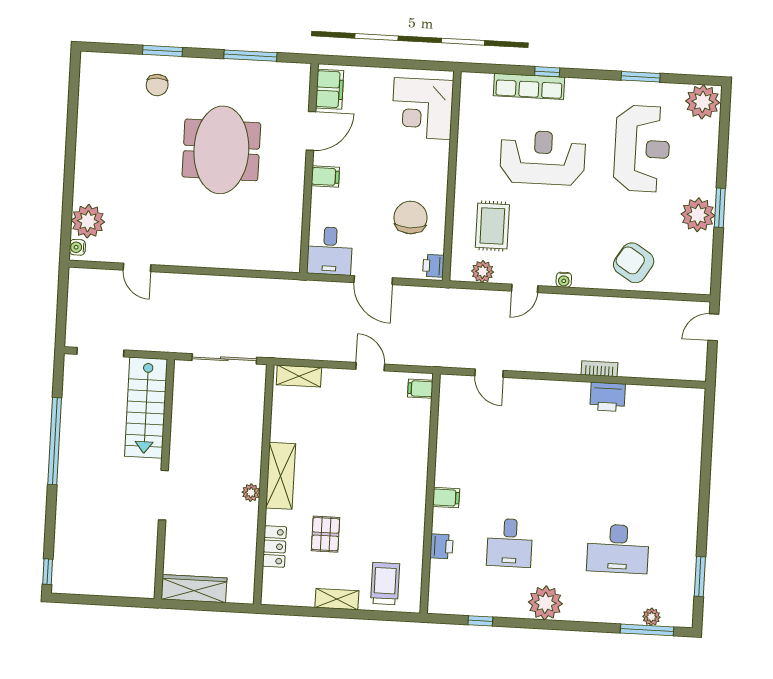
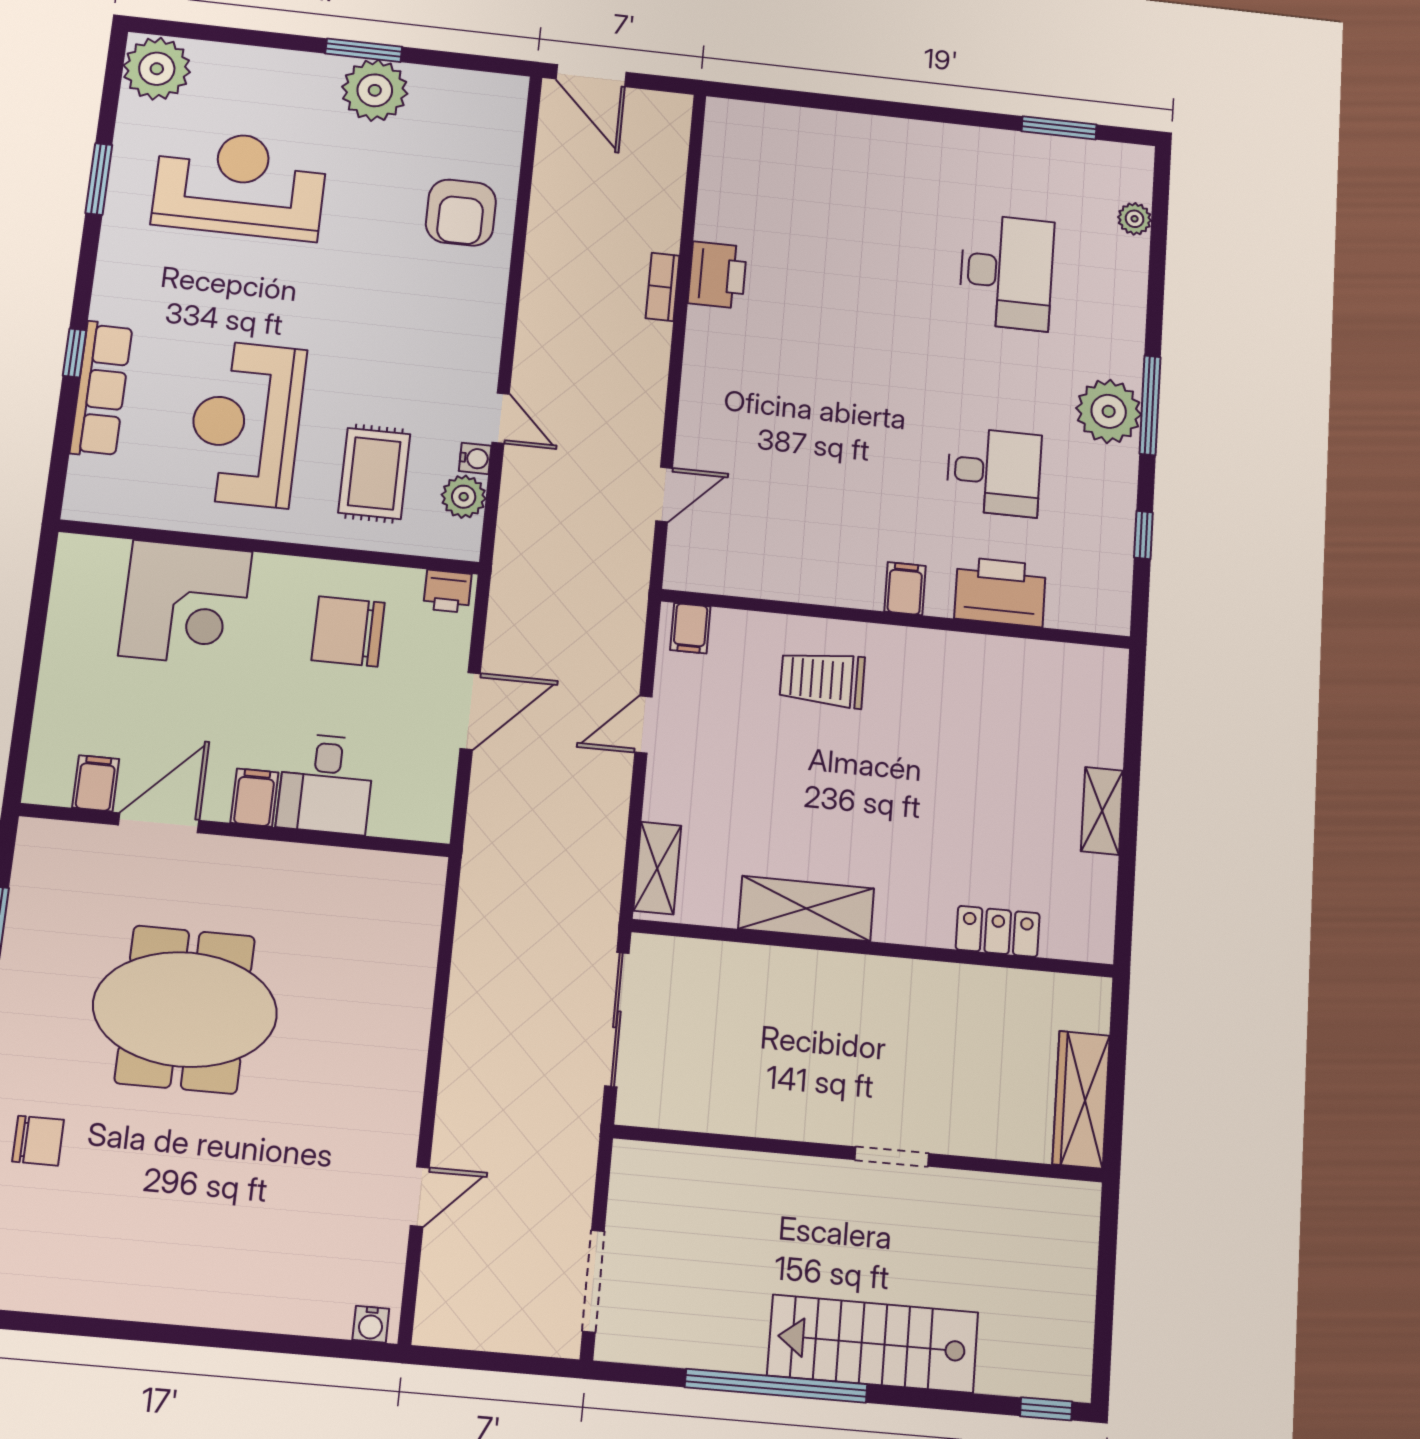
filing cabinet: (330, 89) -> (96, 783), width x0.50
corner desk: (422, 109) -> (186, 603), moved
door: (311, 131) -> (159, 823), hinge flipped
reception desk: (543, 158) -> (246, 424), moved
plant: (88, 221) -> (317, 1299), removed
rug: (492, 226) -> (374, 473), turned 90
desk: (330, 251) -> (326, 784), moved, turned 90
armchair: (634, 263) -> (461, 213), turned -32
water cooler: (564, 280) -> (475, 458), moved
door: (713, 327) -> (591, 76), width x1.38
stairs: (146, 408) -> (873, 1344), moved, turned 180
shelving: (281, 476) -> (806, 909), moved
plant: (251, 493) -> (889, 975), removed
doorway: (163, 495) -> (892, 1157), width x0.73
pallet: (325, 534) -> (974, 828), removed
printer: (442, 546) -> (1000, 592), width x1.87, depth x1.48
trolley: (385, 584) -> (822, 679), moved
window: (647, 630) -> (1150, 405), moved

